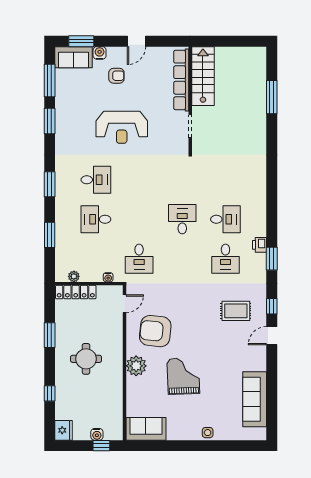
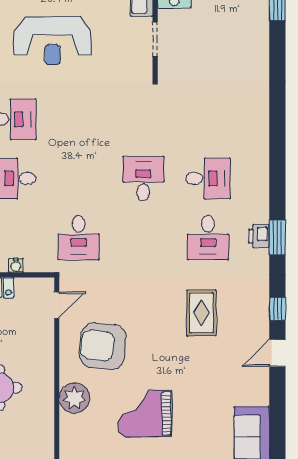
printer: (259, 245) -> (259, 236), moved
water cooler: (108, 277) -> (16, 265), moved
rug: (236, 311) -> (201, 313), moved, turned 90
grand piano: (183, 376) -> (145, 413), turned -88

